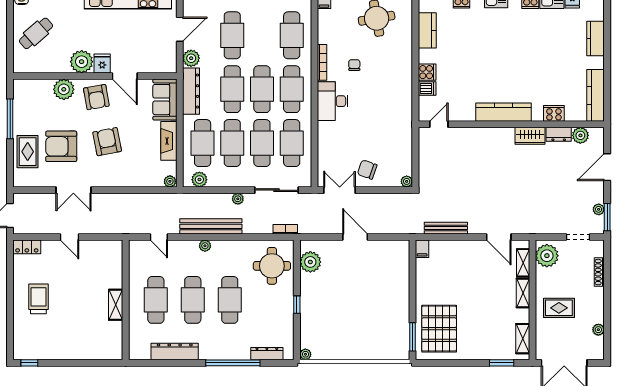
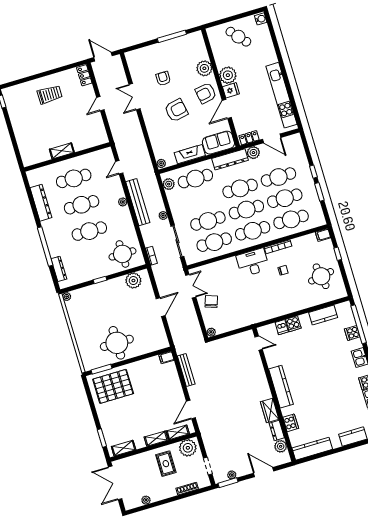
locker: (170, 58) -> (249, 138), added
cafe table: (232, 143) -> (285, 198), moved
armchair: (61, 146) -> (163, 79), width x0.53, depth x0.53
rug: (28, 152) -> (152, 56), removed
round table: (384, 307) -> (117, 343), added
rug: (559, 308) -> (166, 464), moved

